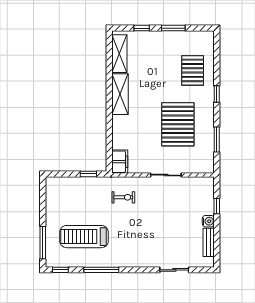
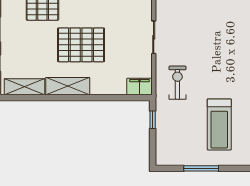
pallet: (178, 124) -> (81, 45), moved
exercise bike: (123, 197) -> (177, 83), width x1.38, depth x1.39
window: (43, 243) -> (201, 168), moved

